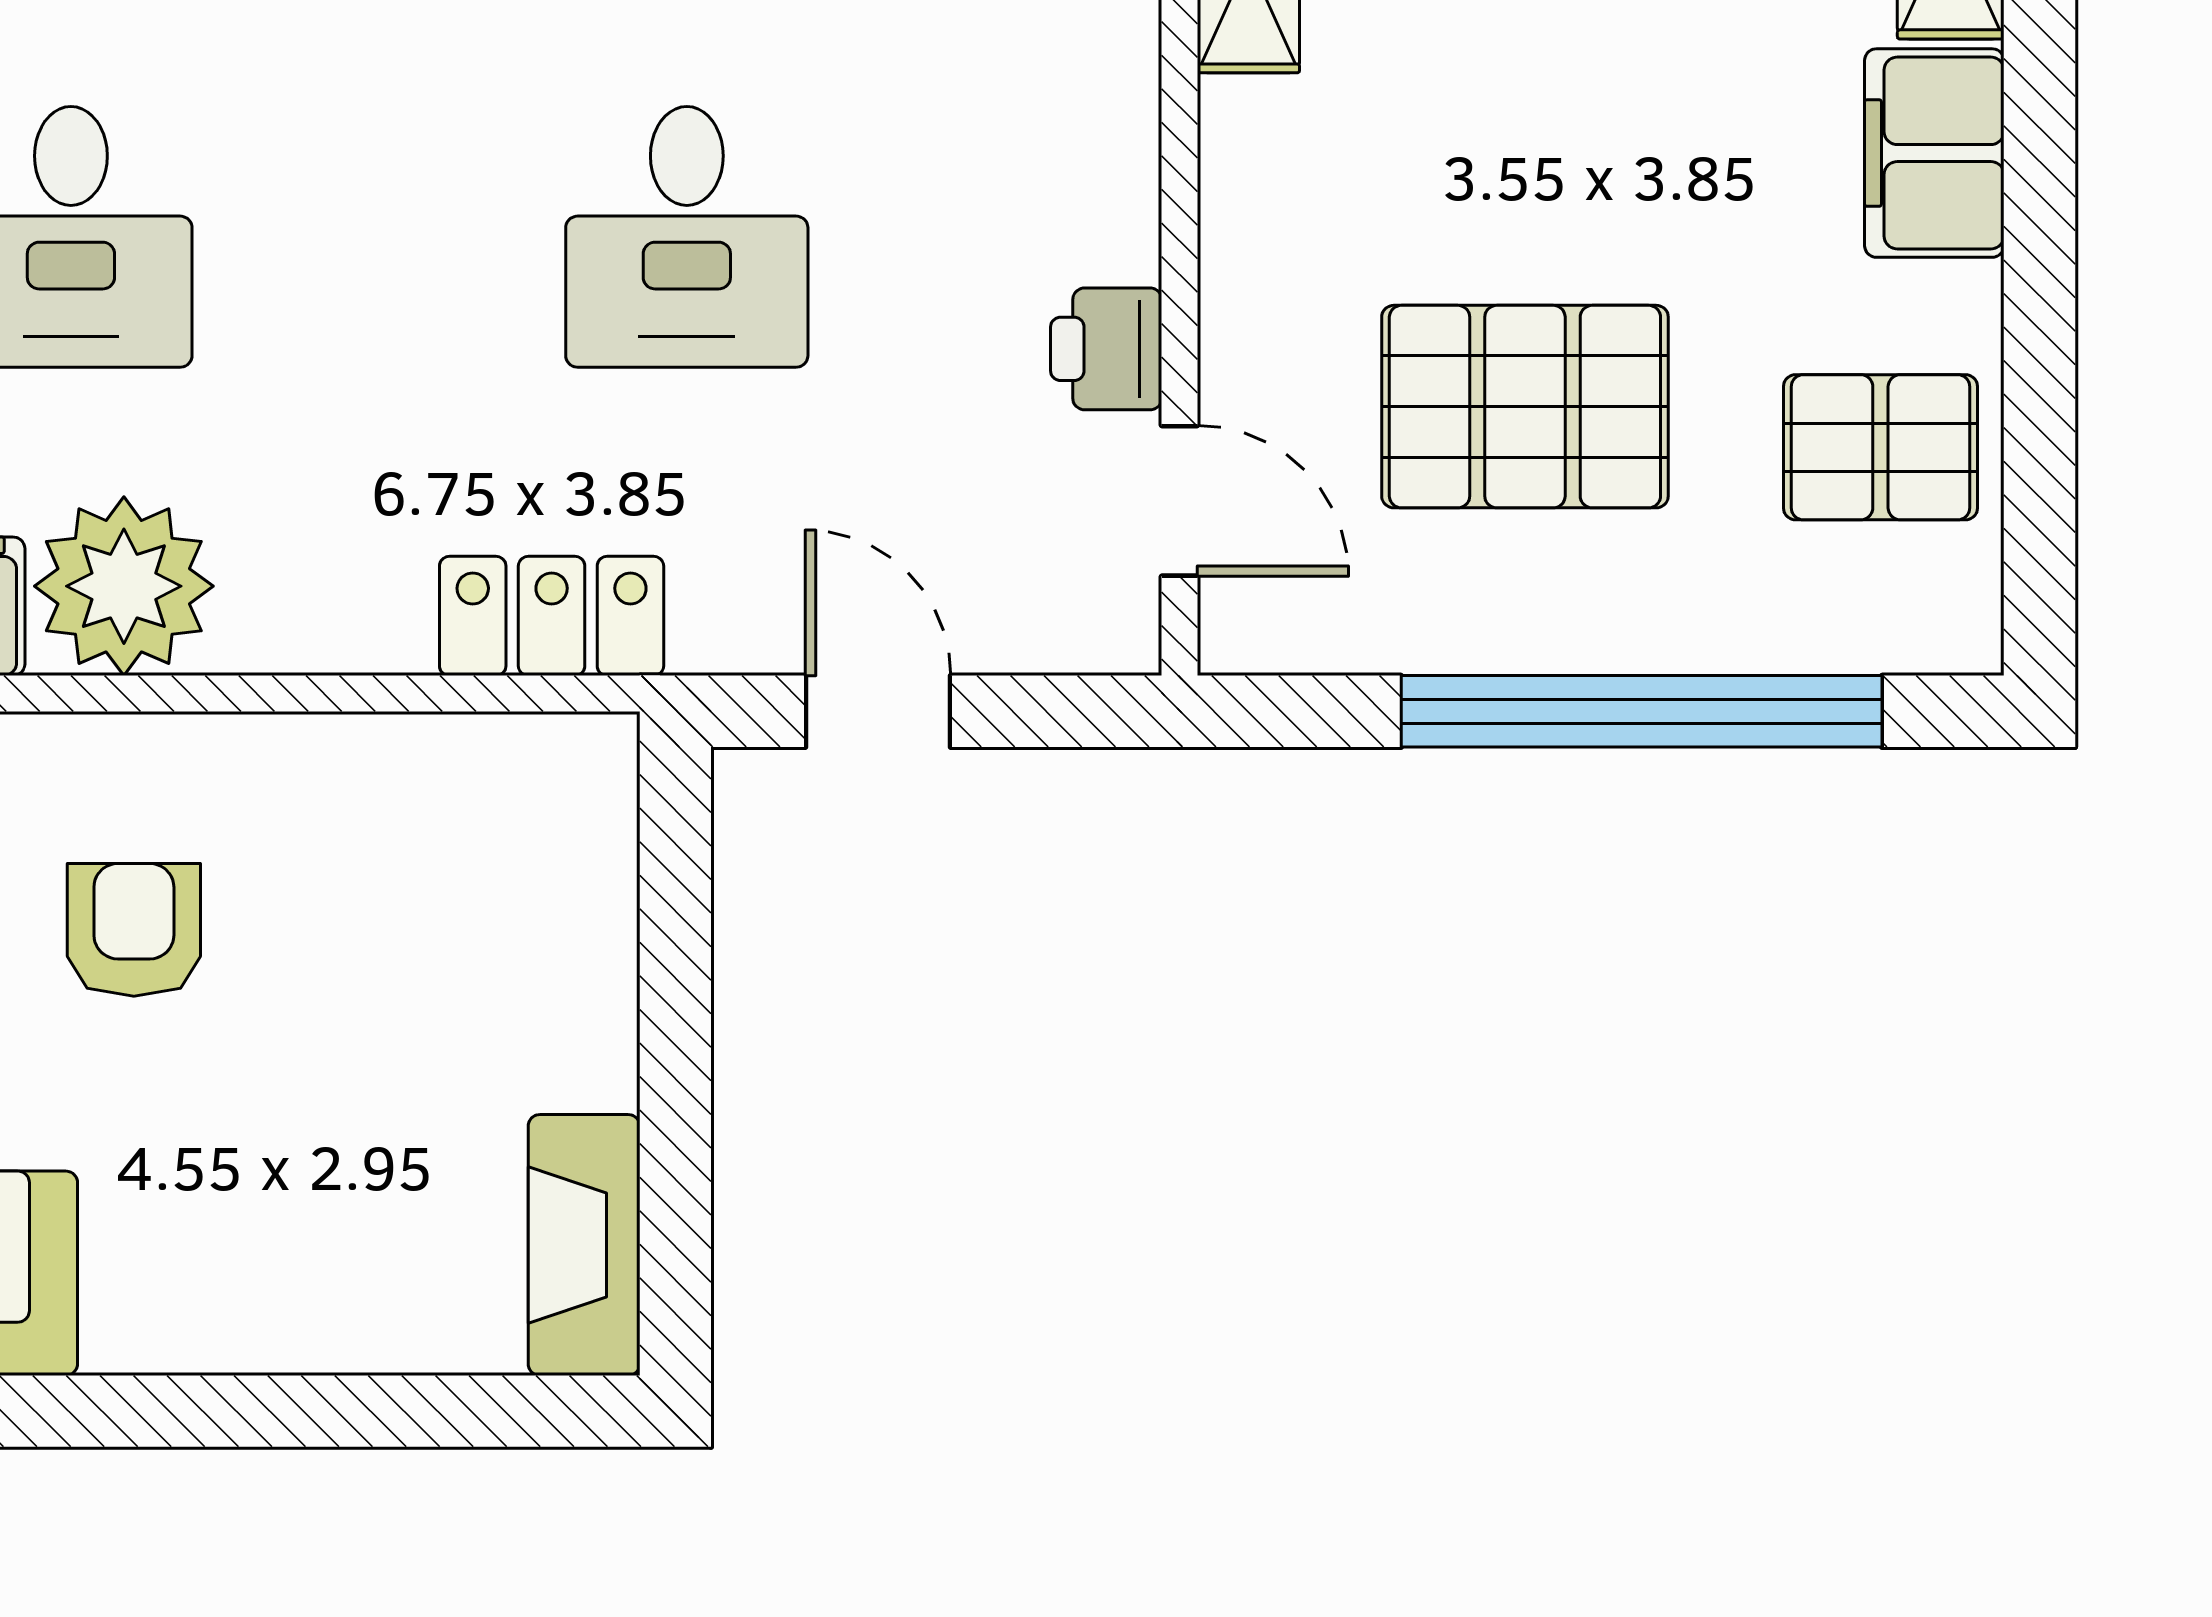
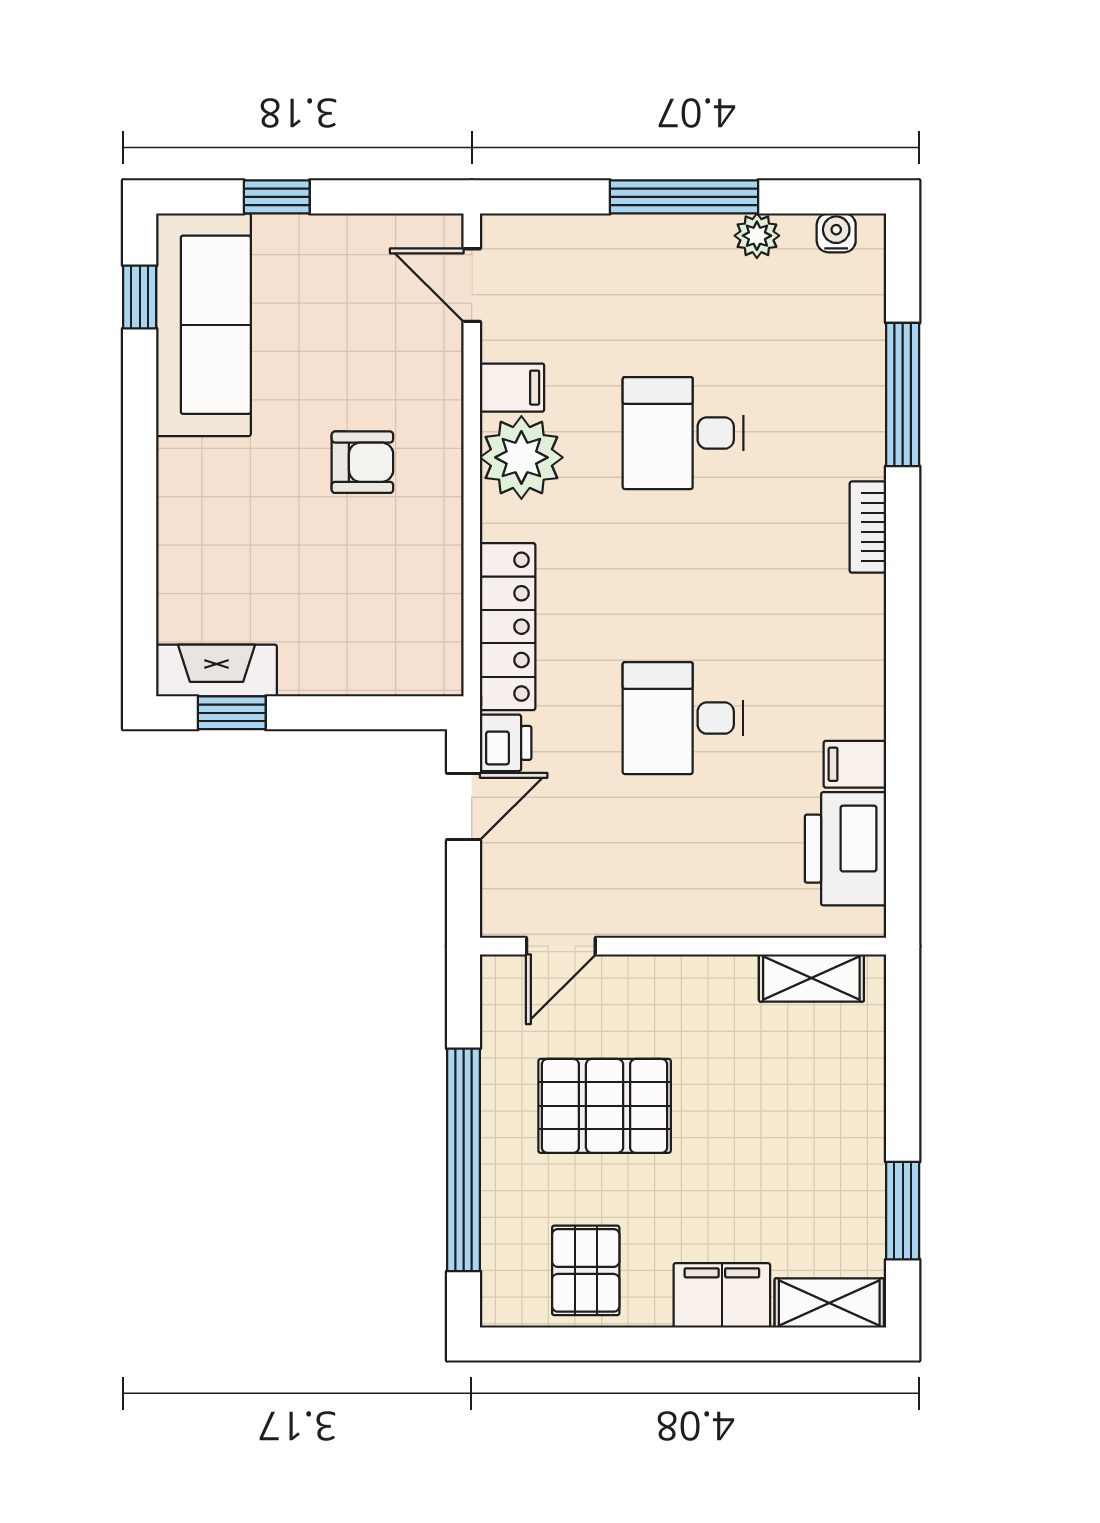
printer: (1106, 349) -> (506, 743), moved, turned 90
pallet: (1525, 407) -> (605, 1106), turned 90
locker: (552, 616) -> (508, 627), width x1.53
window: (675, 1212) -> (232, 713), added

